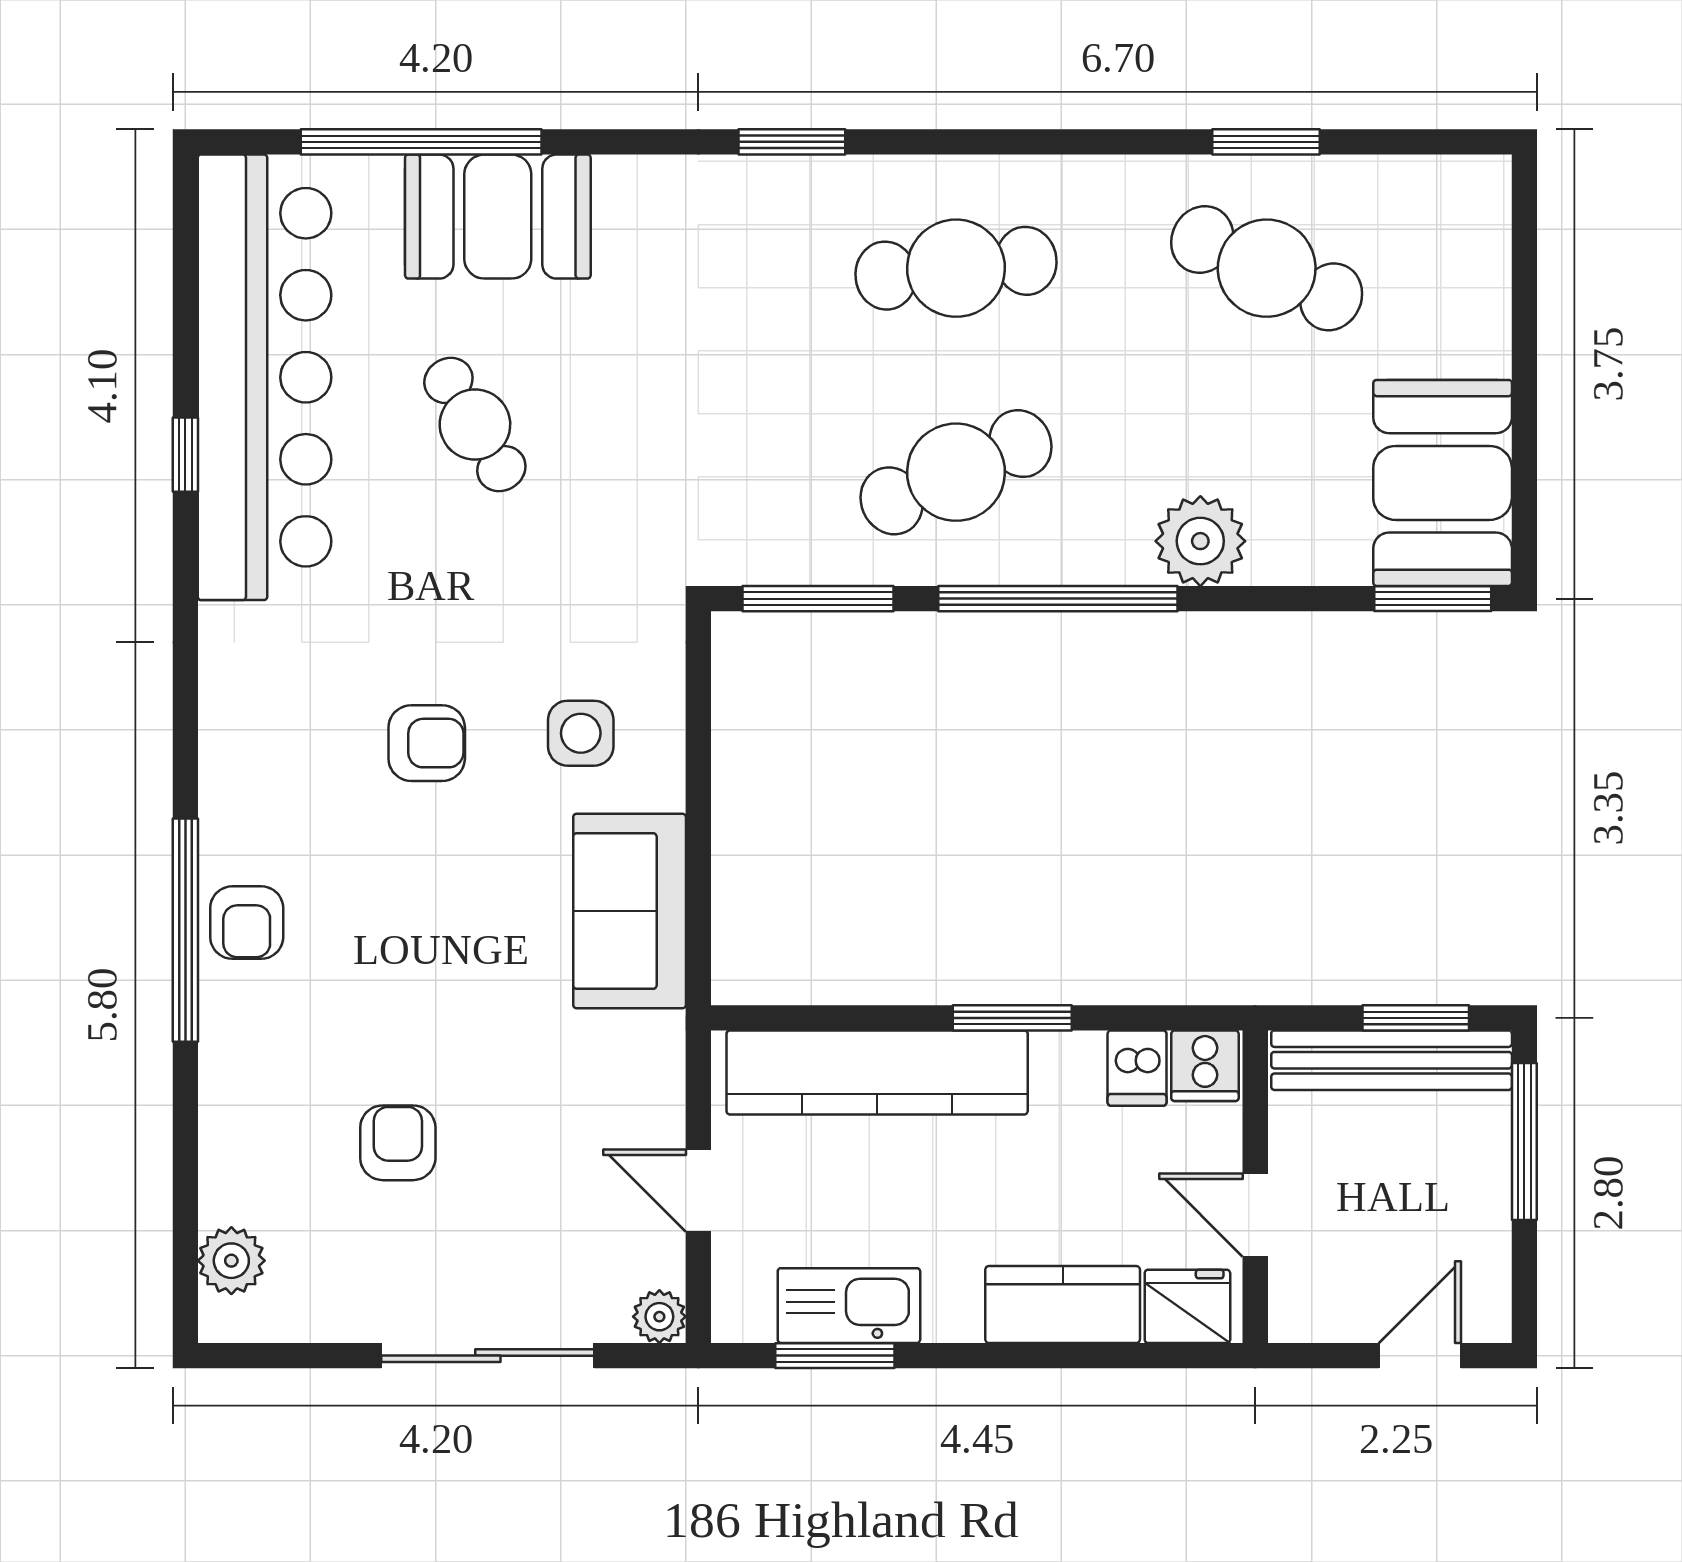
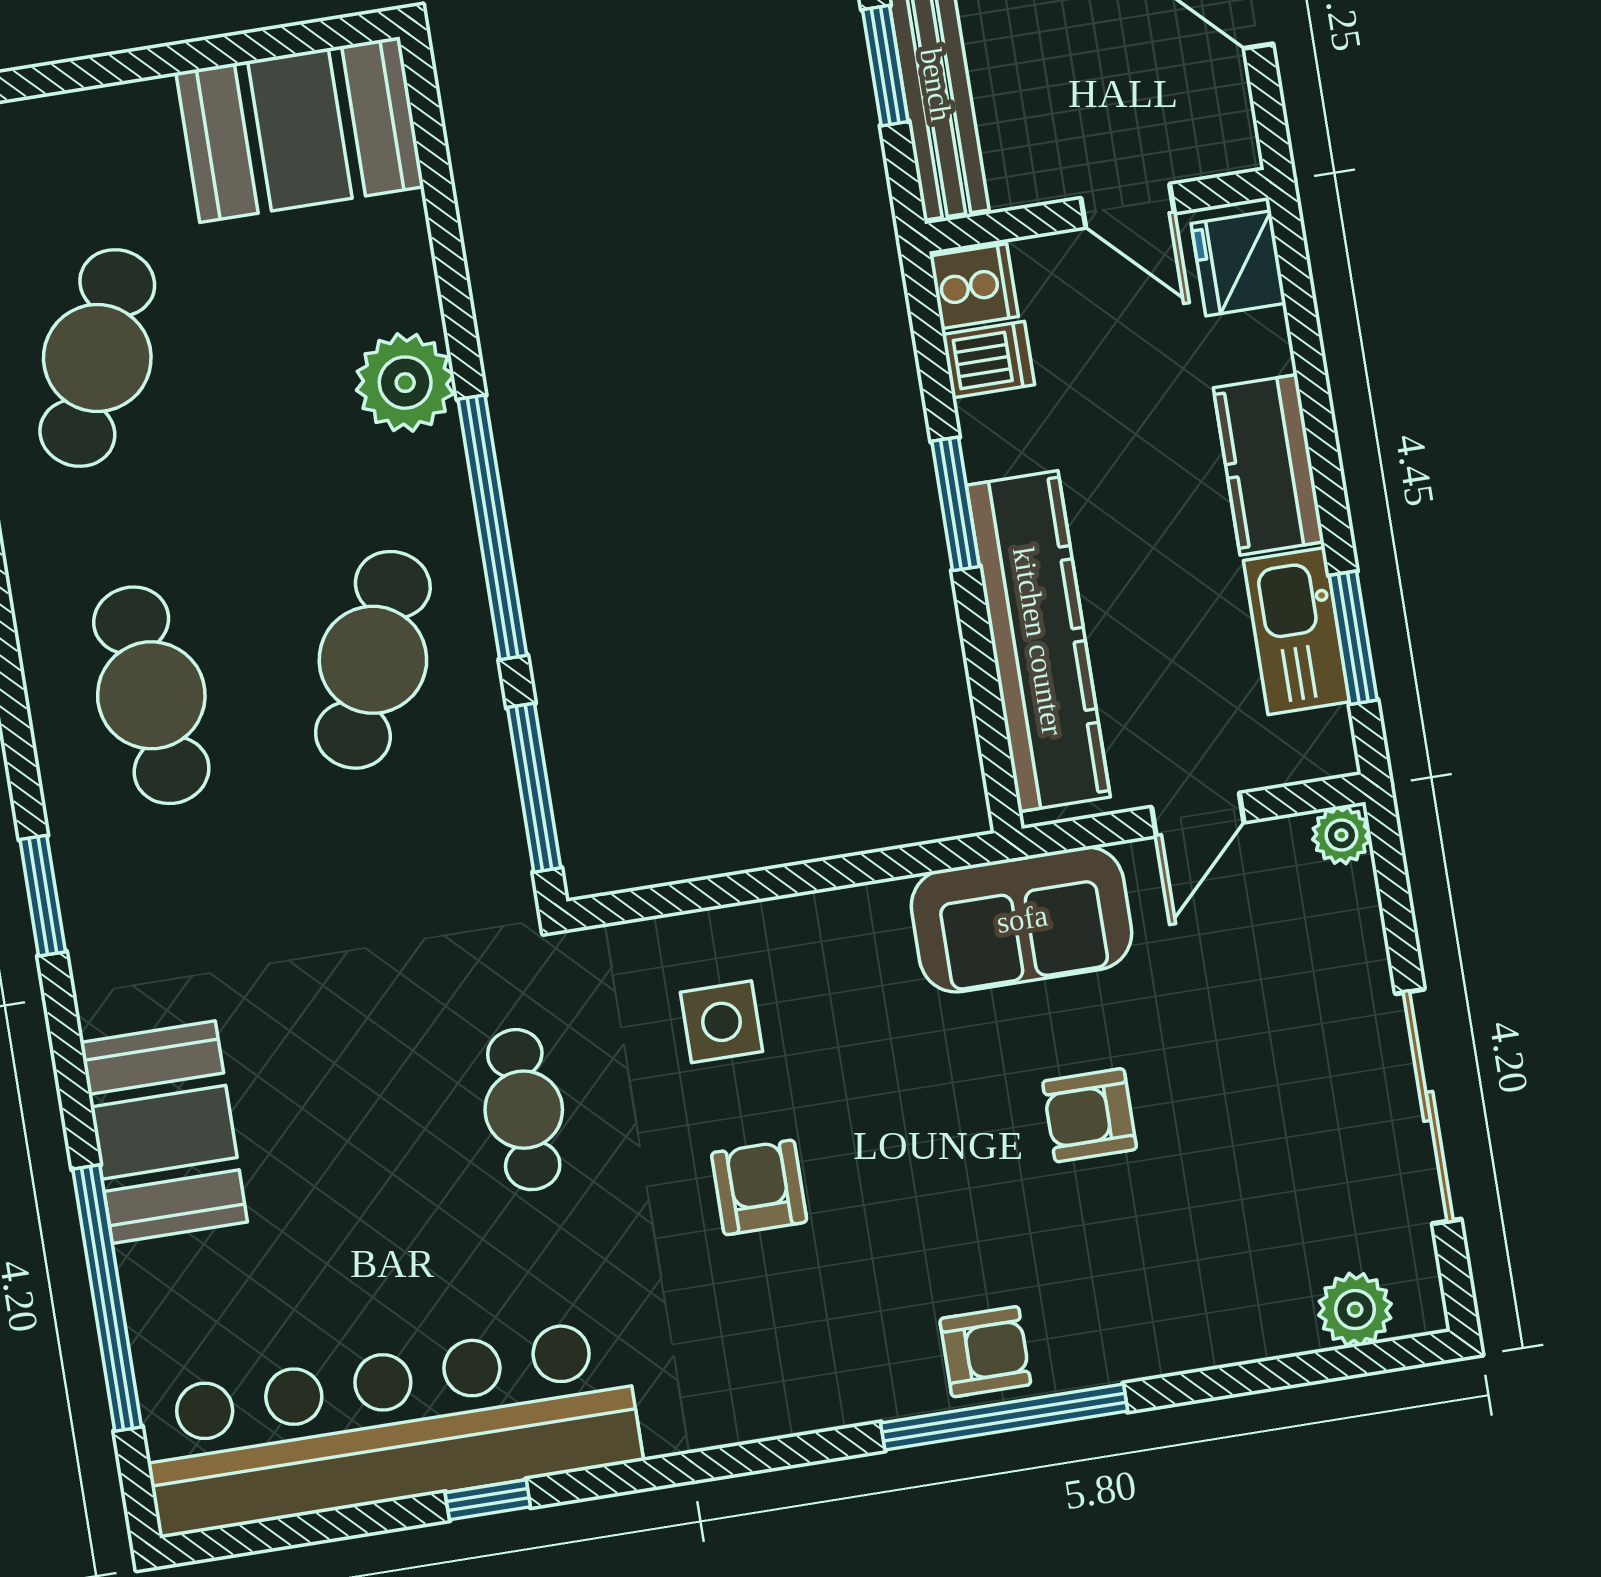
booth: (498, 217) -> (164, 1132), moved
cafe table: (475, 425) -> (524, 1110), moved, turned -59
cafe table: (956, 472) -> (373, 660), turned 48
window: (1433, 599) -> (427, 120), removed
sofa: (630, 911) -> (1022, 919), moved
armchair: (398, 1143) -> (1090, 1115), moved
door: (1255, 1215) -> (1128, 206), hinge flipped
kitchen counter: (1063, 1305) -> (1269, 465), moved
sliding door: (488, 1356) -> (1428, 1106), moved

